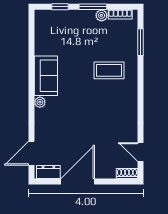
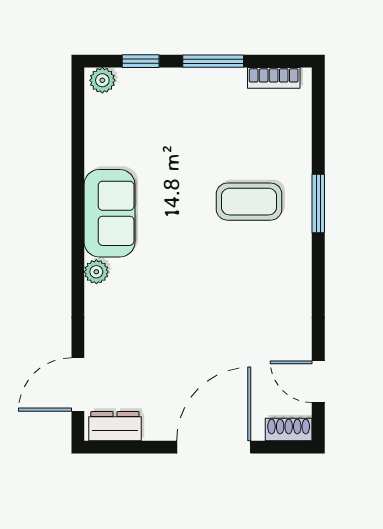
plant: (101, 15) -> (102, 80), moved
window: (140, 42) -> (318, 204), moved
door: (78, 182) -> (214, 447), moved

